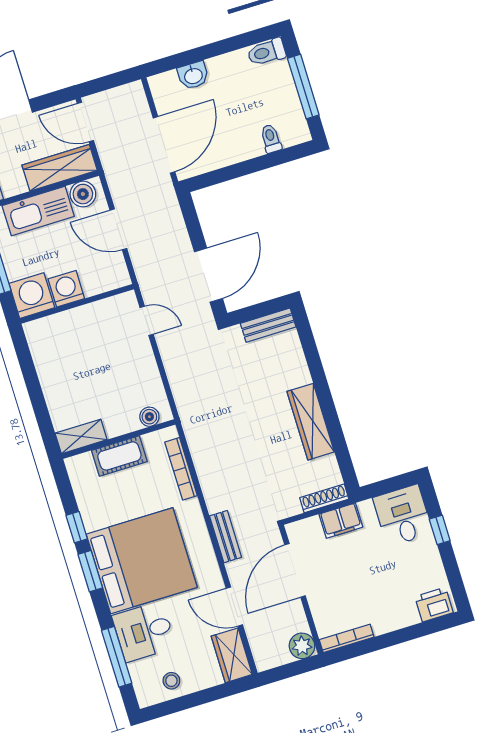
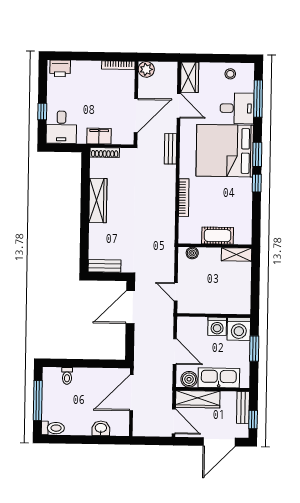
boiler: (149, 417) -> (192, 253), moved
shelving: (81, 436) -> (236, 254), moved
wall: (118, 439) -> (215, 246), moved
cot: (119, 456) -> (218, 236), moved

